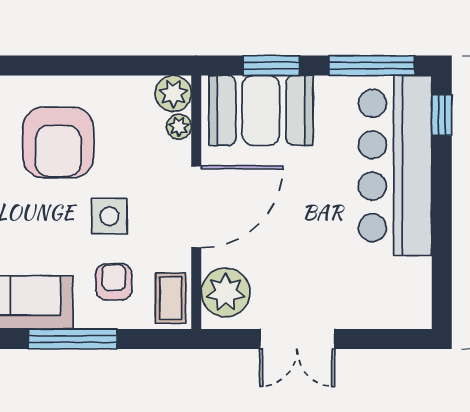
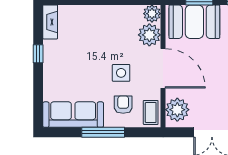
plant: (179, 127) -> (149, 35), width x1.88, depth x1.88
armchair: (58, 142) -> (96, 37), removed
door: (196, 207) -> (163, 68), hinge flipped

